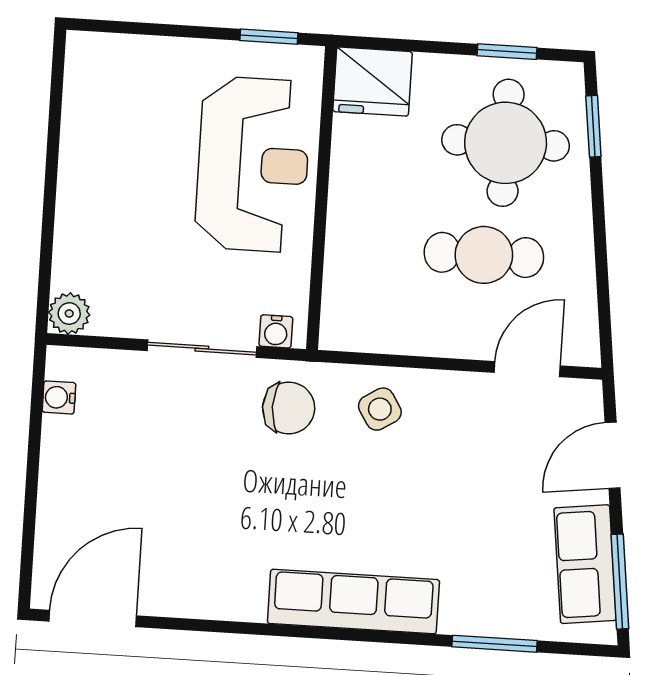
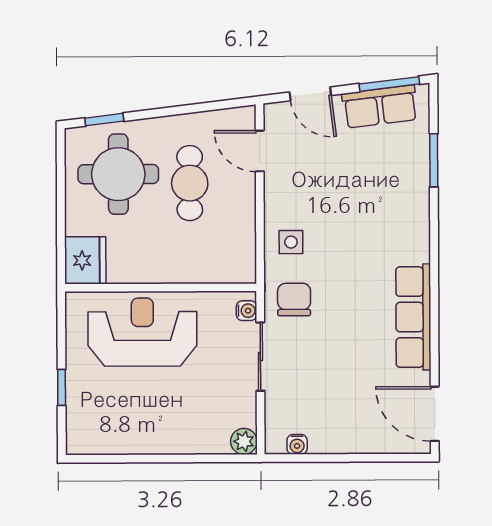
window: (269, 37) -> (62, 387), moved
window: (507, 52) -> (61, 177), removed
side table: (380, 409) -> (291, 242), turned 32
row of seats: (353, 602) -> (413, 317), moved

